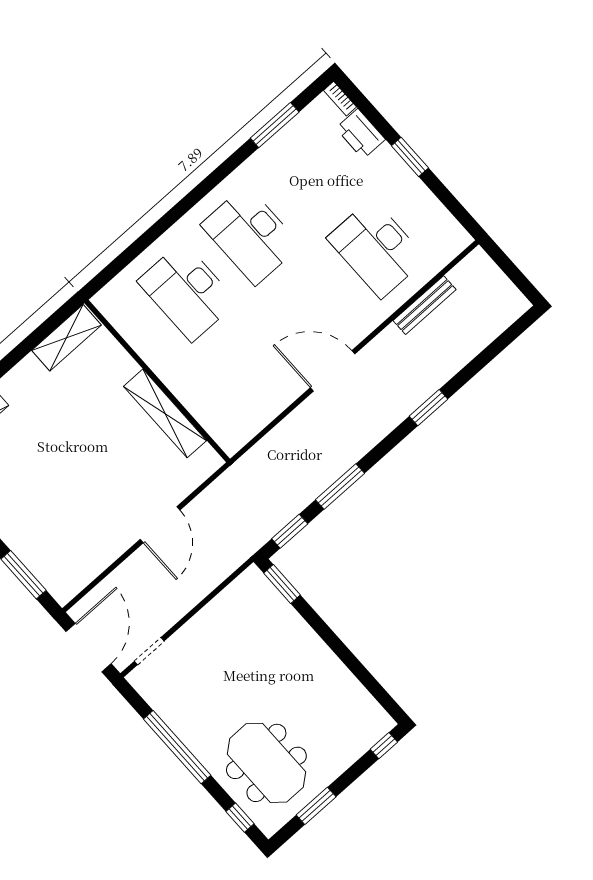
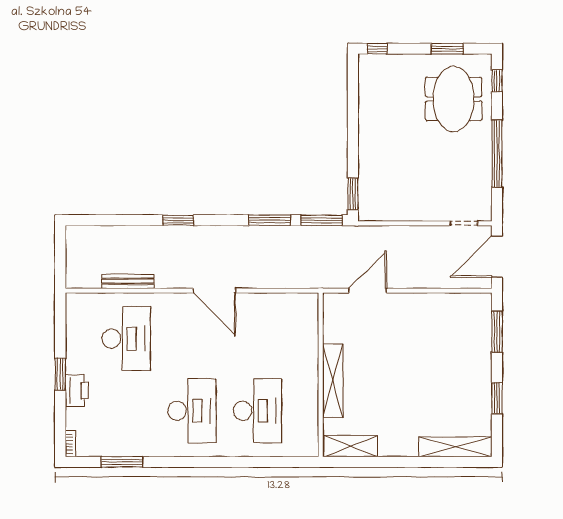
printer: (360, 134) -> (77, 391), moved
shelving: (165, 413) -> (333, 381), moved
door: (160, 525) -> (368, 291), moved
window: (290, 531) -> (321, 220), width x1.44

